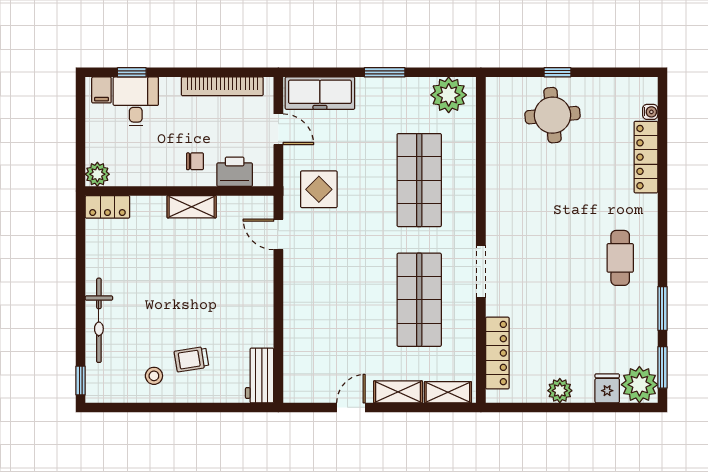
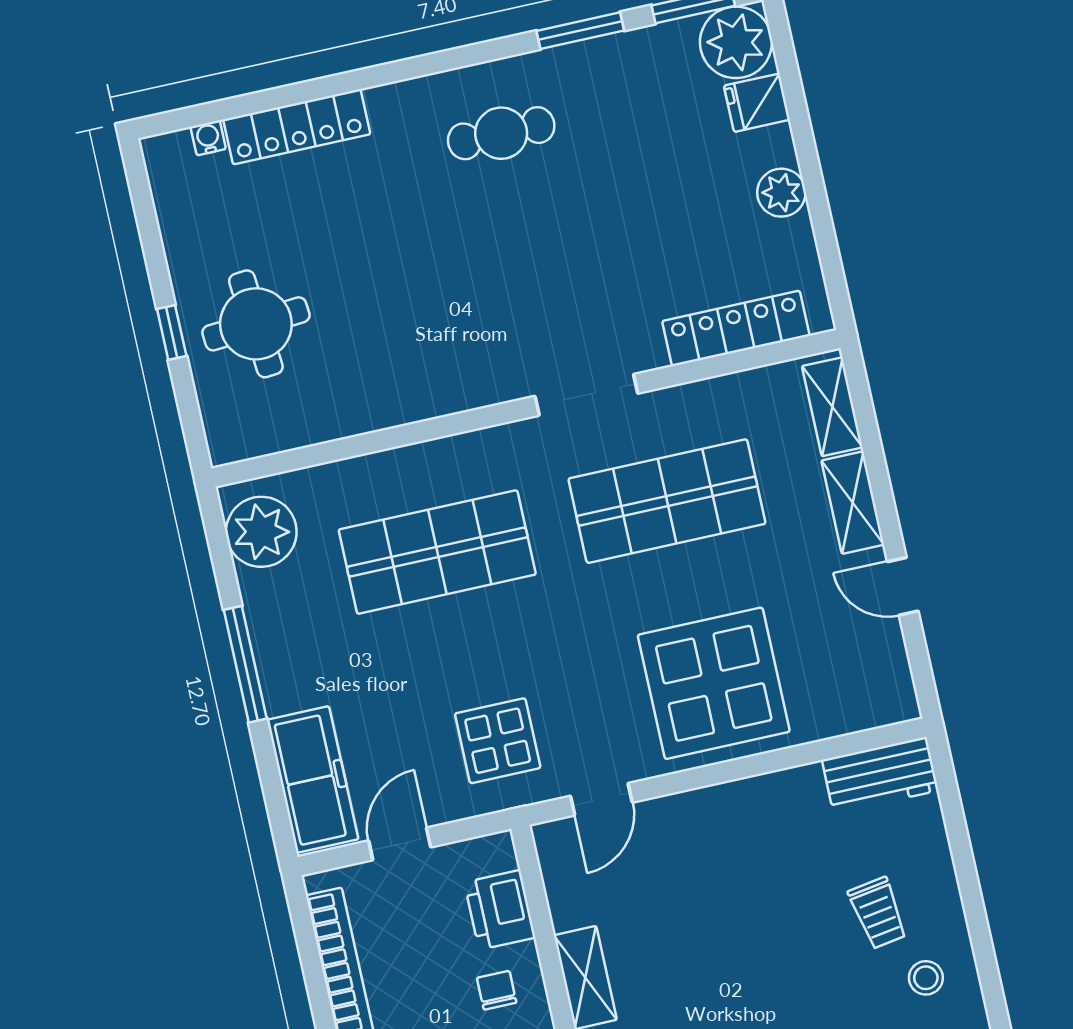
window: (385, 72) -> (245, 664), width x1.44
display table: (324, 303) -> (714, 683), added

